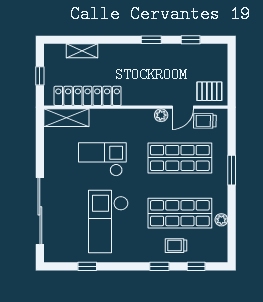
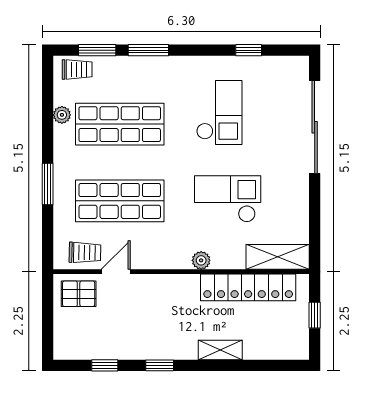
shelving: (82, 51) -> (220, 350), moved
plant: (161, 115) -> (201, 260), moved
checkout: (102, 159) -> (228, 199), turned 180
checkout: (108, 221) -> (219, 112), width x0.73, depth x0.83
trolley: (176, 246) -> (77, 69), moved
window: (159, 266) -> (148, 50), width x1.50
window: (196, 266) -> (97, 50), width x1.50

